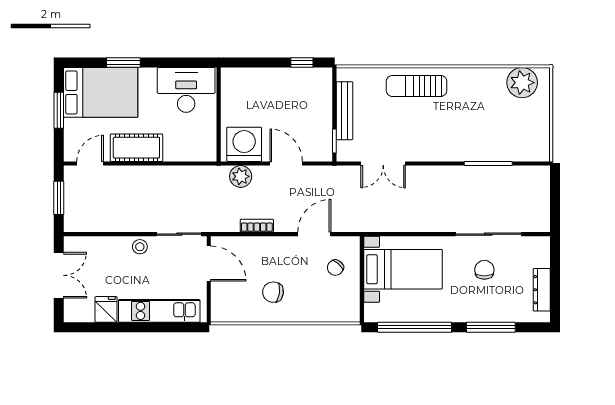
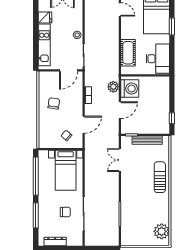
cot: (136, 148) -> (128, 53), moved
door: (314, 234) -> (84, 125), hinge flipped

